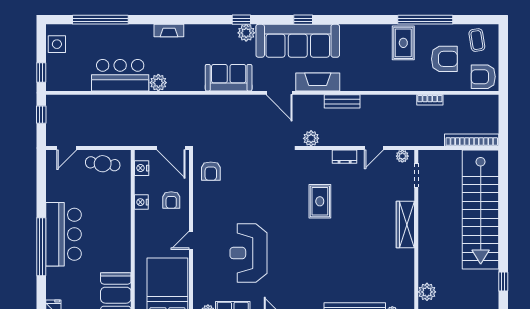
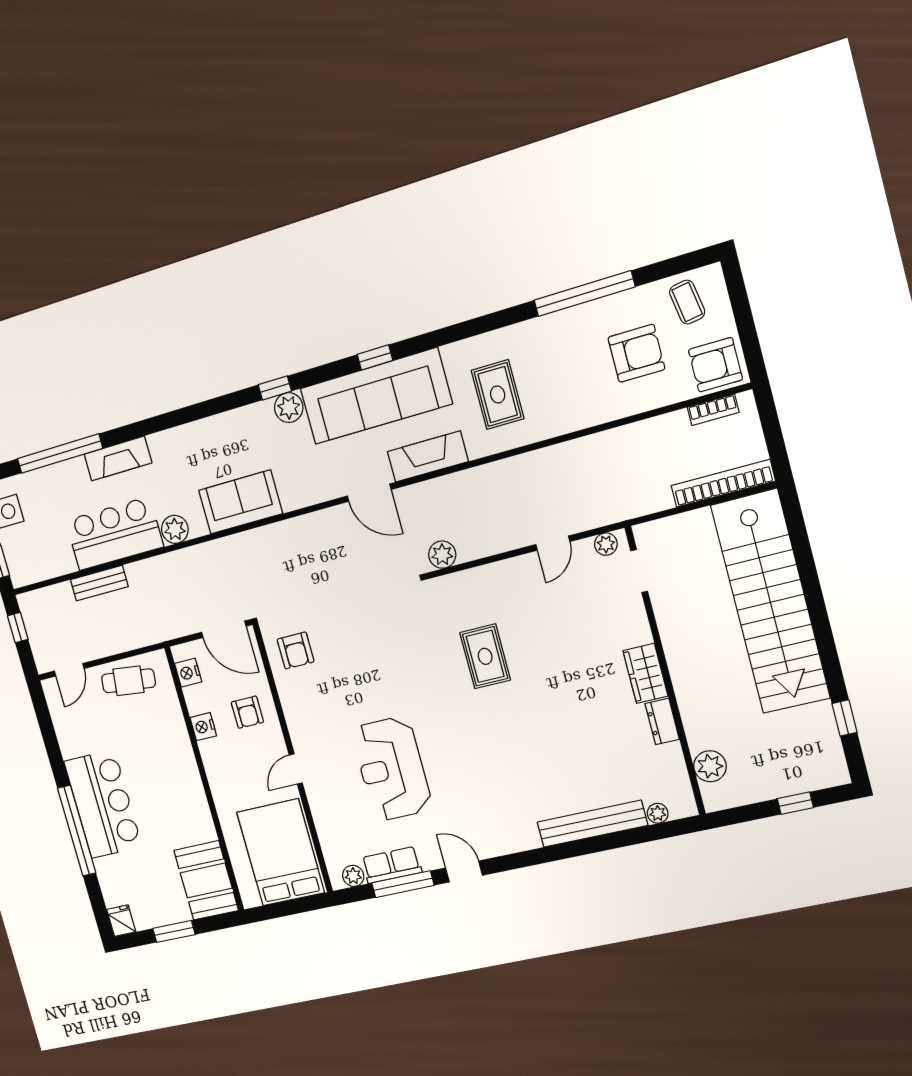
fireplace: (169, 31) -> (118, 458), moved, width x1.37, depth x1.32
rug: (403, 43) -> (498, 394), moved
sofa: (229, 78) -> (241, 502), moved
bookcase: (430, 100) -> (713, 410), moved
bench: (342, 101) -> (99, 583), moved
dresser: (345, 157) -> (662, 722), moved, turned 90
wardrobe: (405, 225) -> (645, 673), width x0.67

